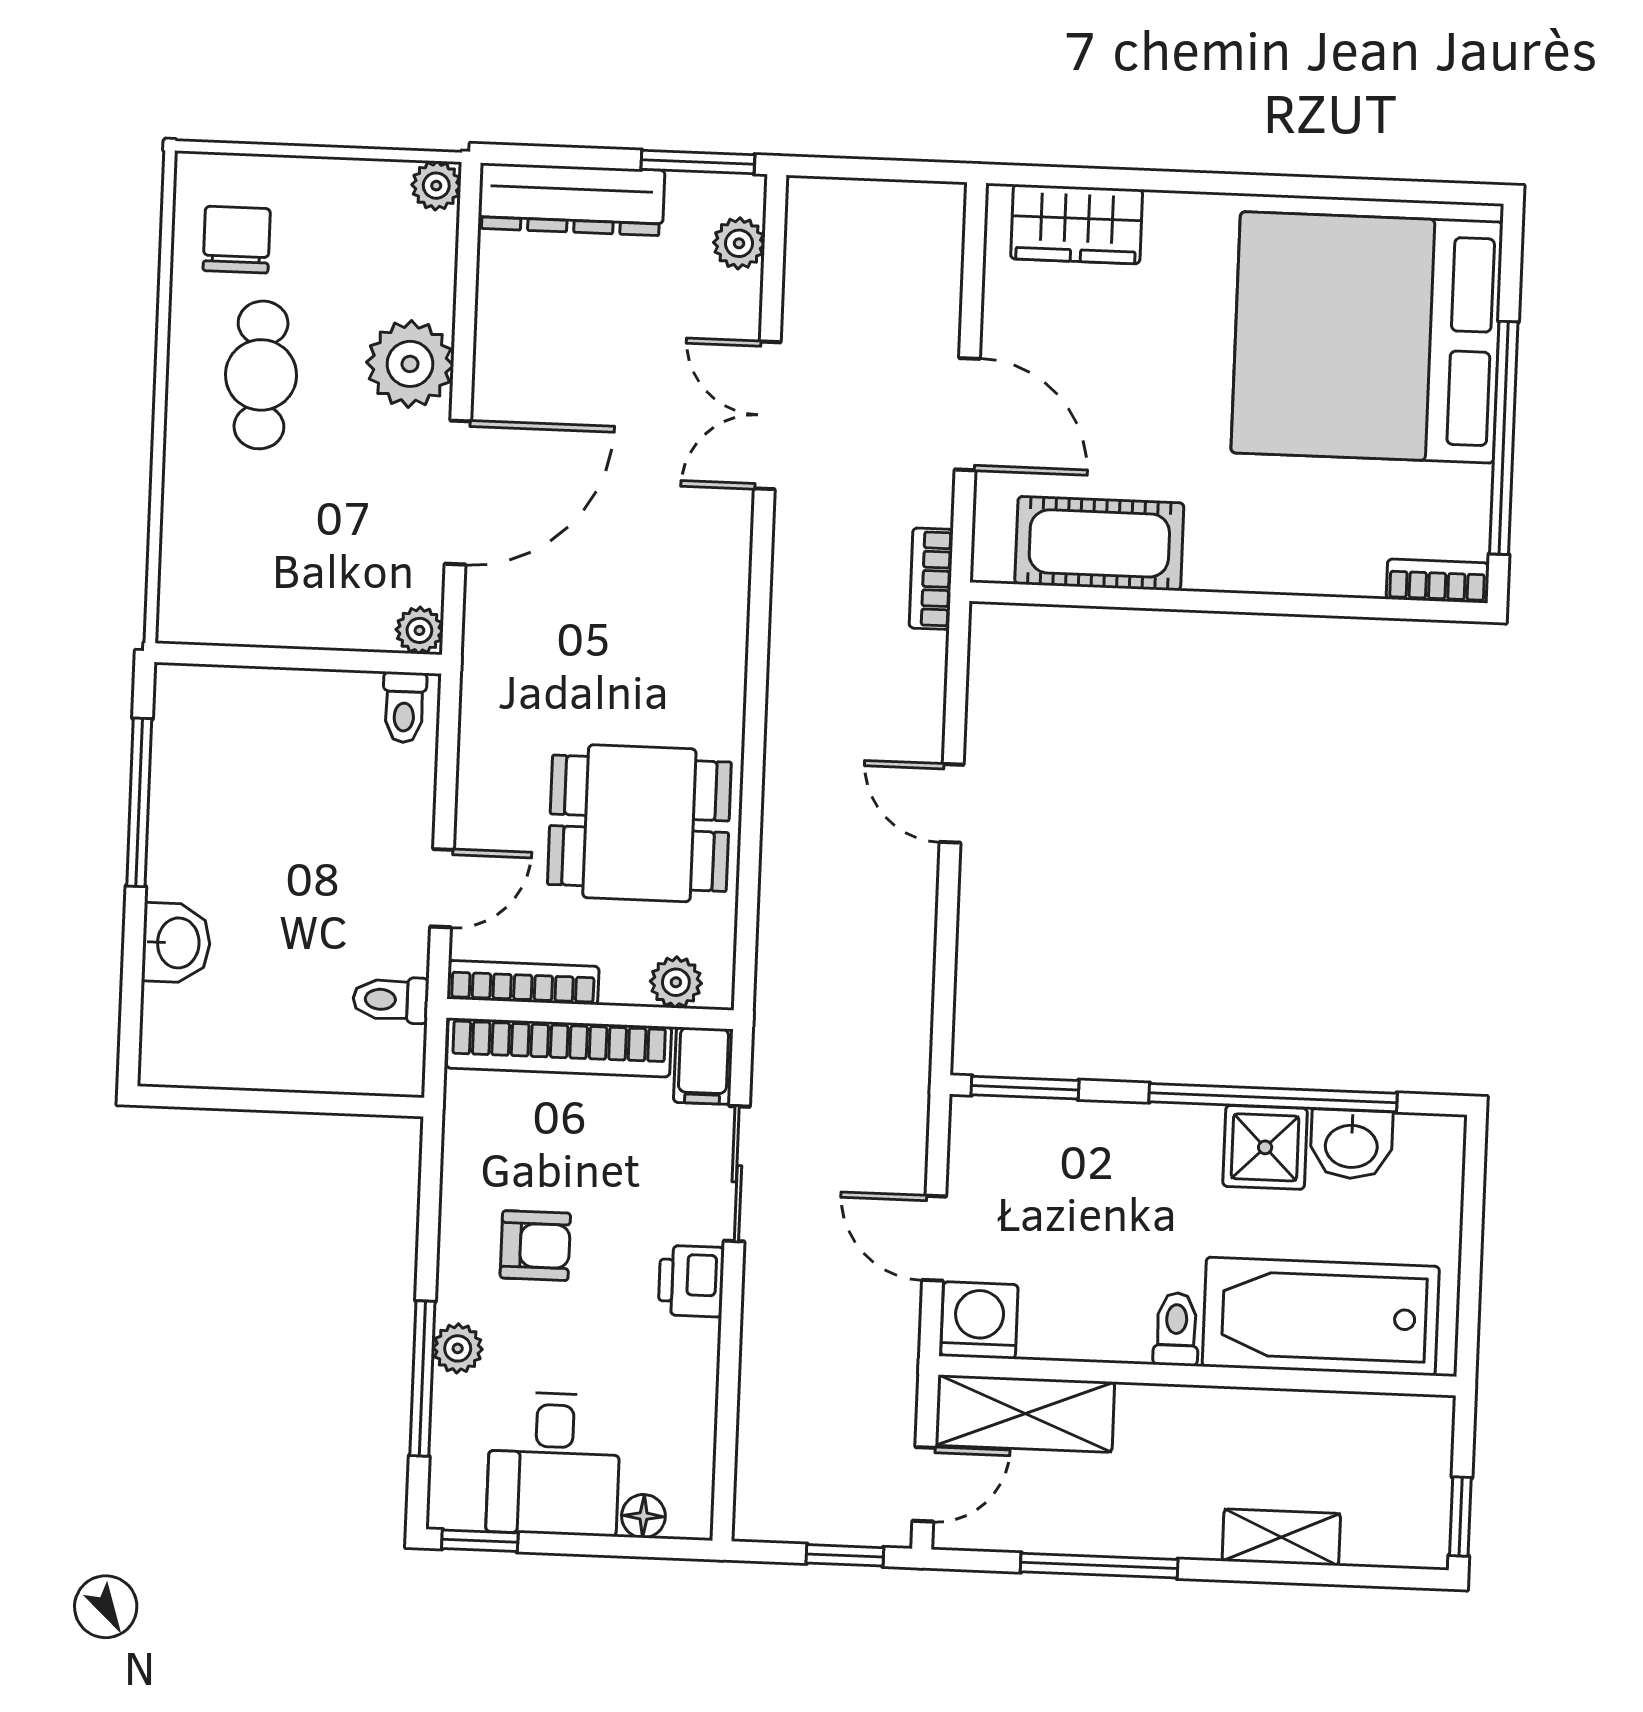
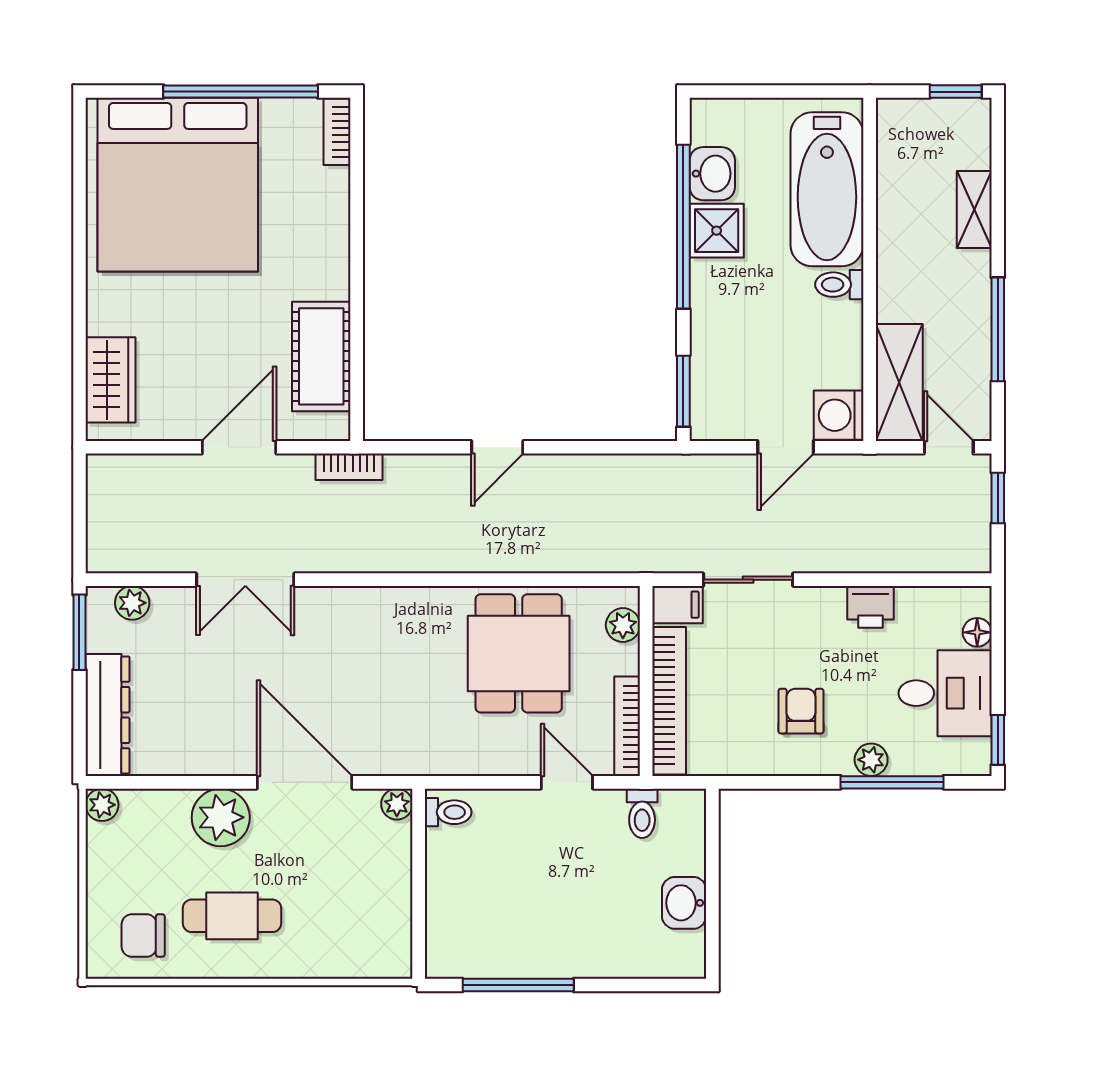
washbasin: (176, 943) -> (684, 903), moved, turned -90
printer: (691, 1281) -> (871, 607), moved

